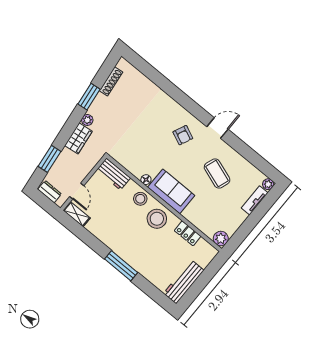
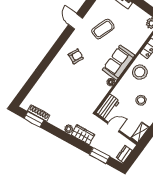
window: (89, 97) -> (34, 119), moved
door: (217, 128) -> (76, 21), moved
door: (77, 191) -> (113, 127), moved
stool: (140, 199) -> (141, 100), moved

